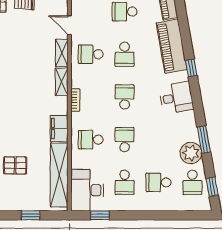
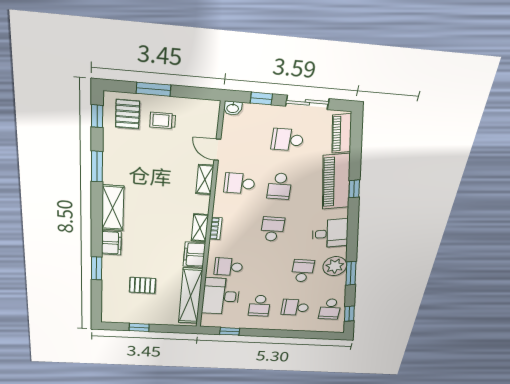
window: (191, 68) -> (354, 189), moved
shelving: (62, 82) -> (200, 228), moved
school desk: (125, 140) -> (302, 271), moved
plant: (191, 153) -> (335, 266), moved
desk: (87, 190) -> (221, 296), moved
window: (31, 215) -> (139, 327), moved

